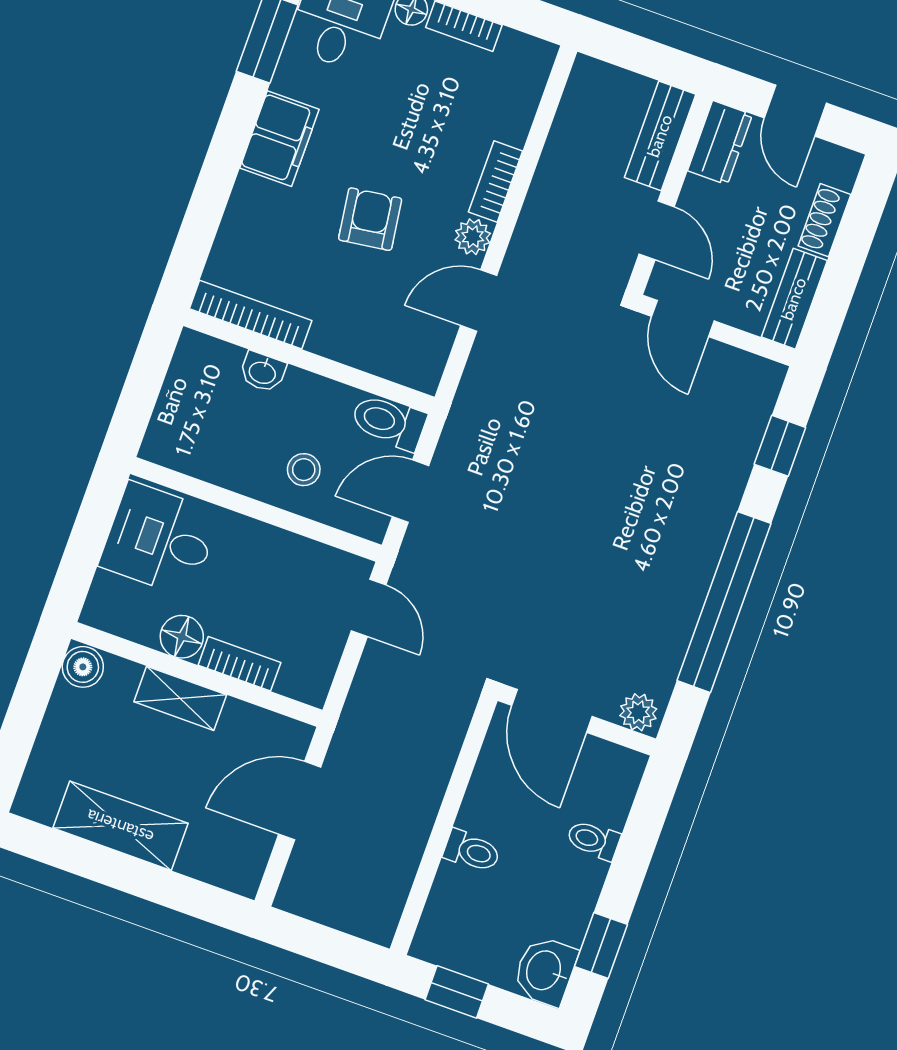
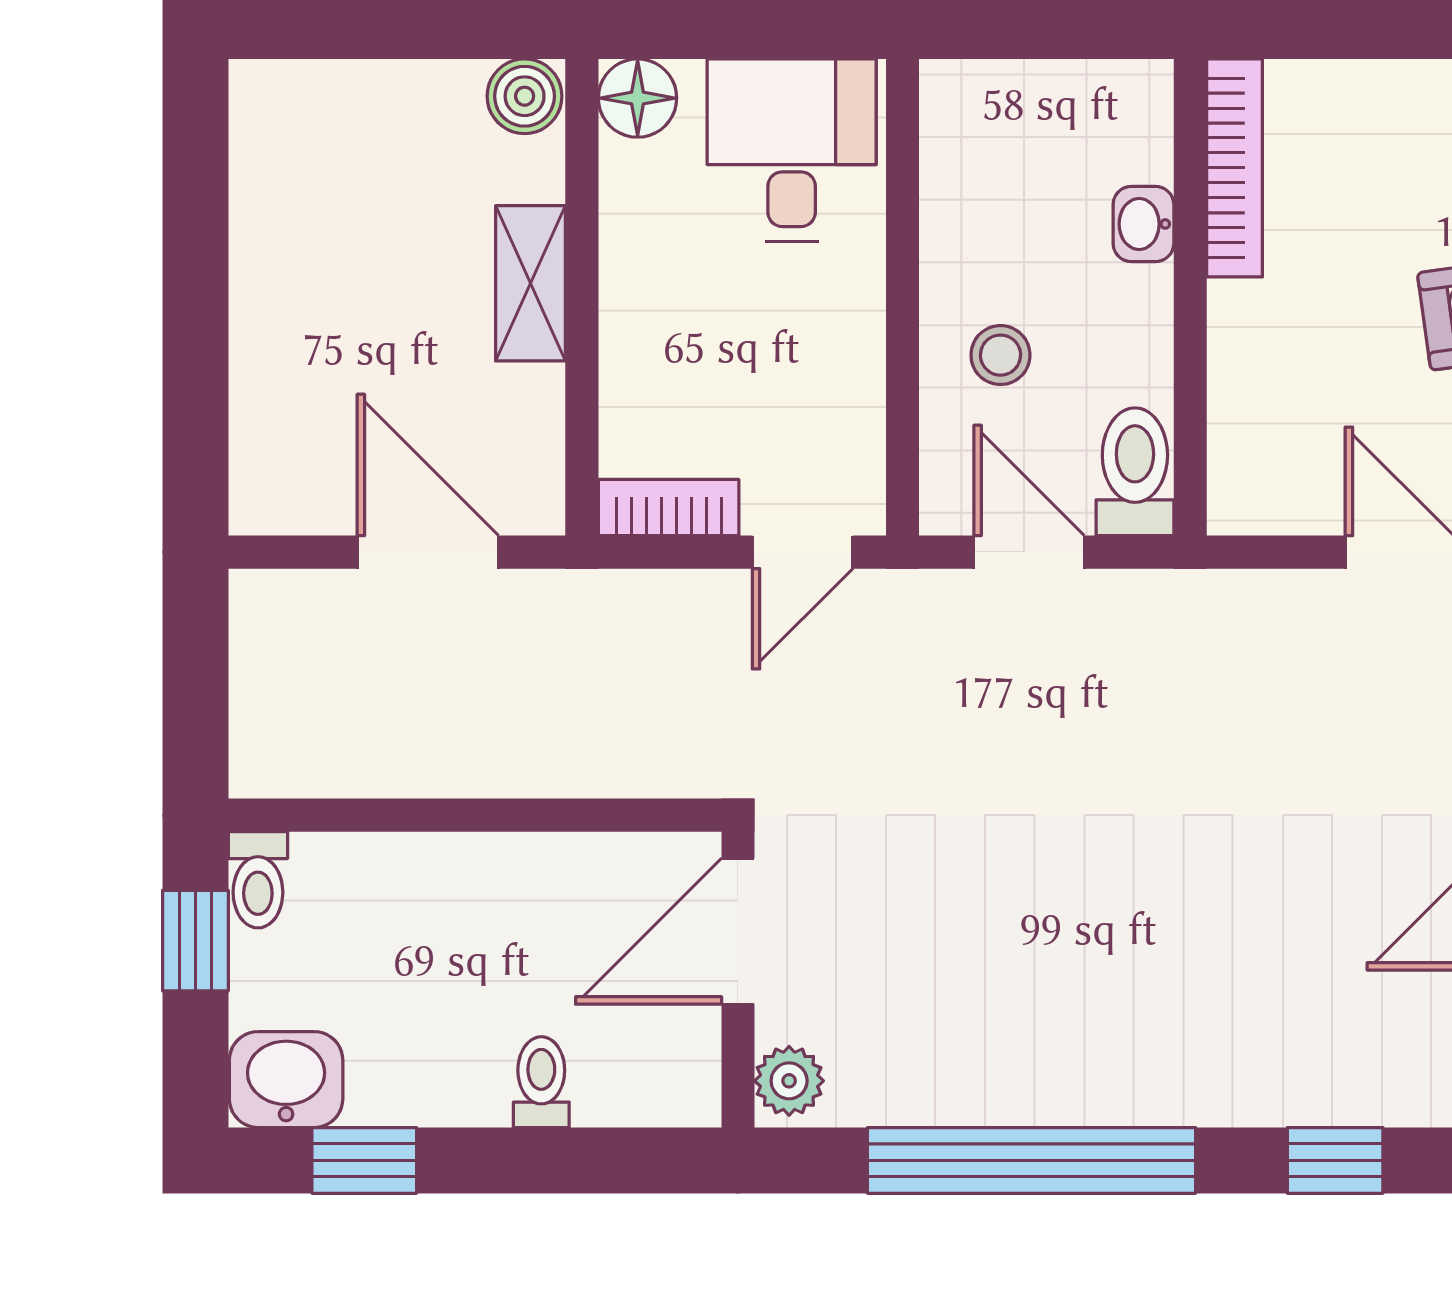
floor lamp: (182, 637) -> (638, 98), moved
bookcase: (239, 664) -> (669, 508), moved, turned -90
shelving: (120, 826) -> (274, 259), removed
toilet: (472, 851) -> (258, 880), moved

